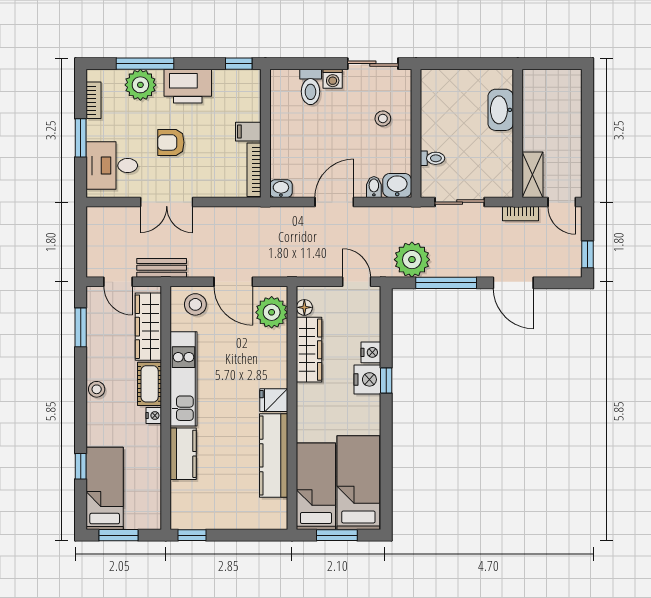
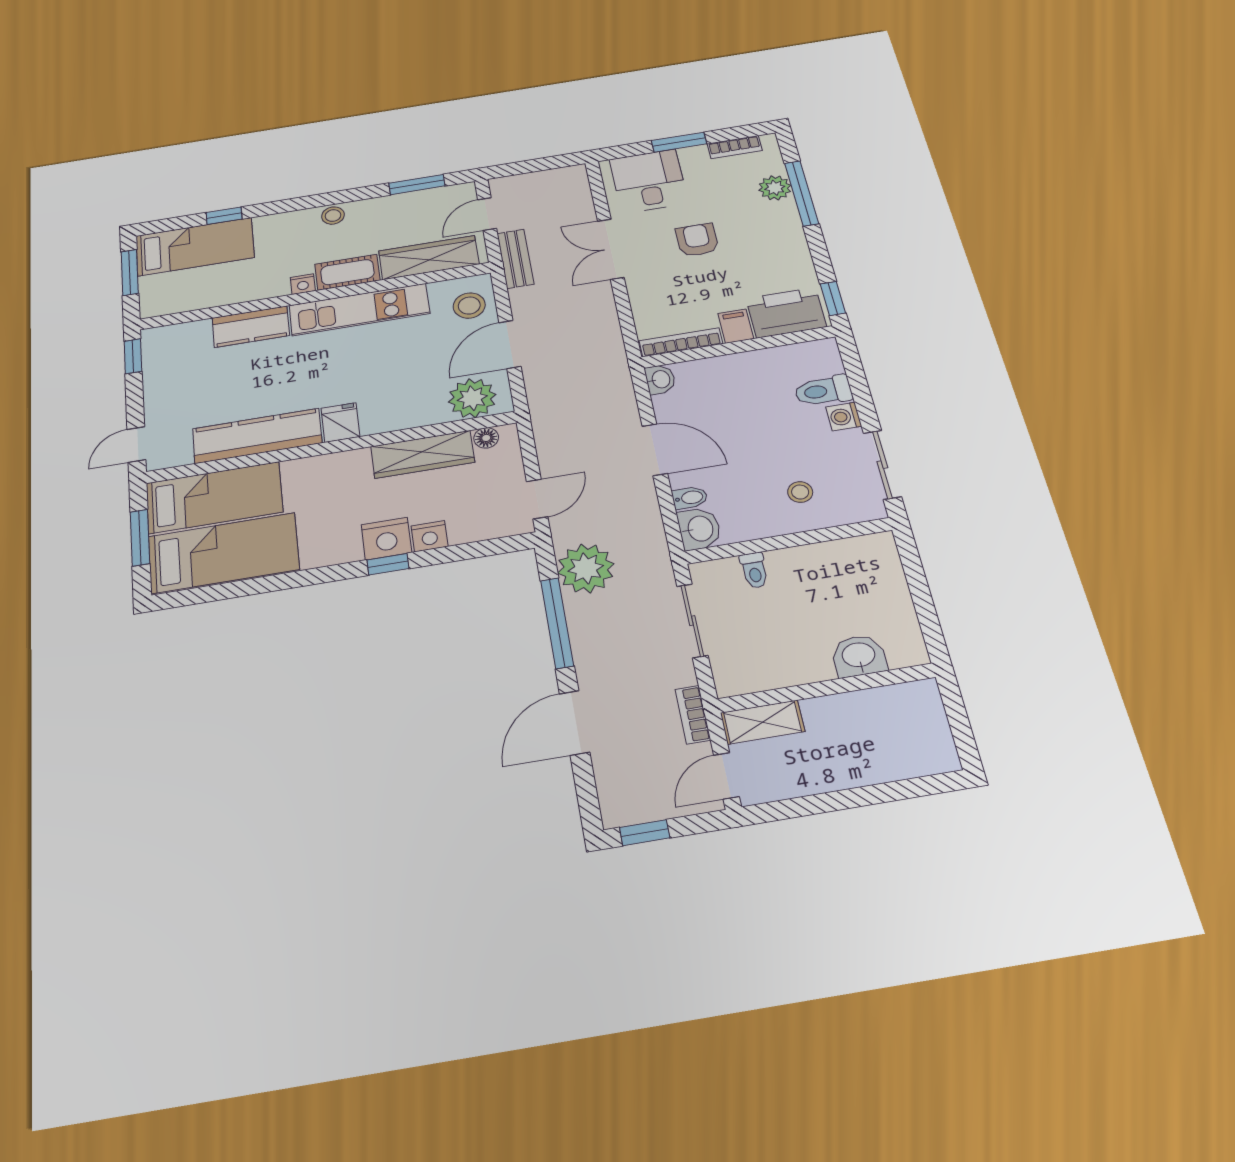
plant: (140, 85) -> (775, 188), width x0.73, depth x0.73
printer: (188, 86) -> (786, 313), moved, turned 90
washbasin: (501, 110) -> (859, 656), width x0.72
door: (265, 535) -> (136, 445), added

